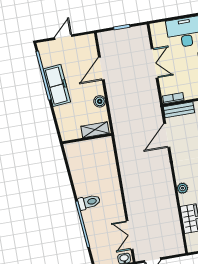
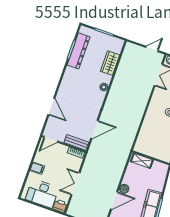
printer: (158, 29) -> (60, 206), added
boiler: (100, 101) -> (124, 189), moved

